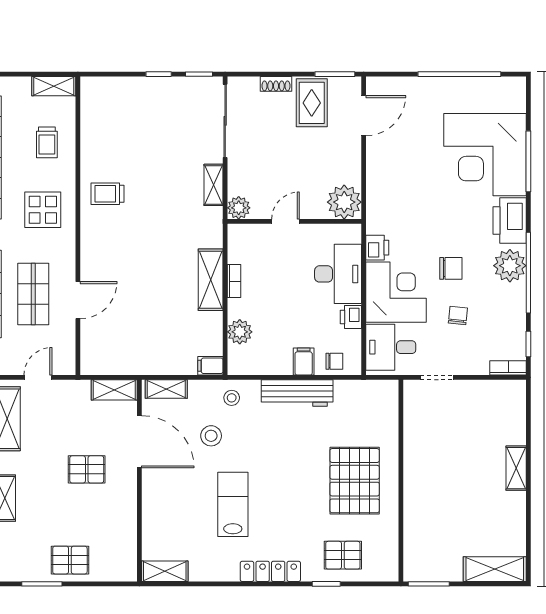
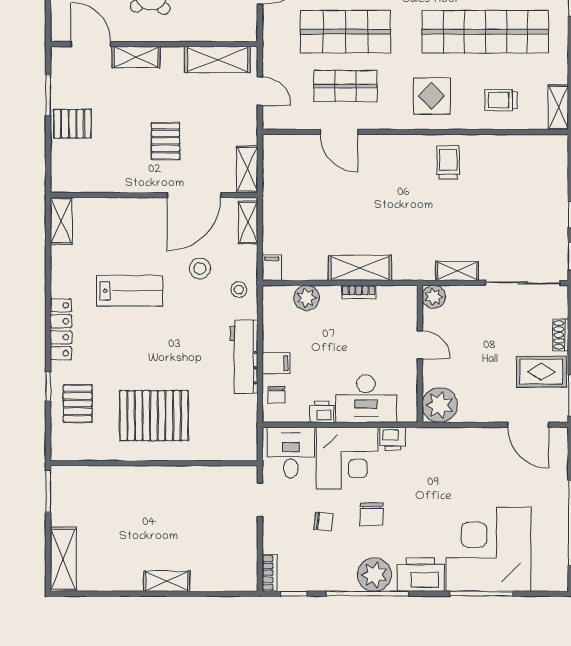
pallet: (70, 560) -> (73, 124), turned 90

